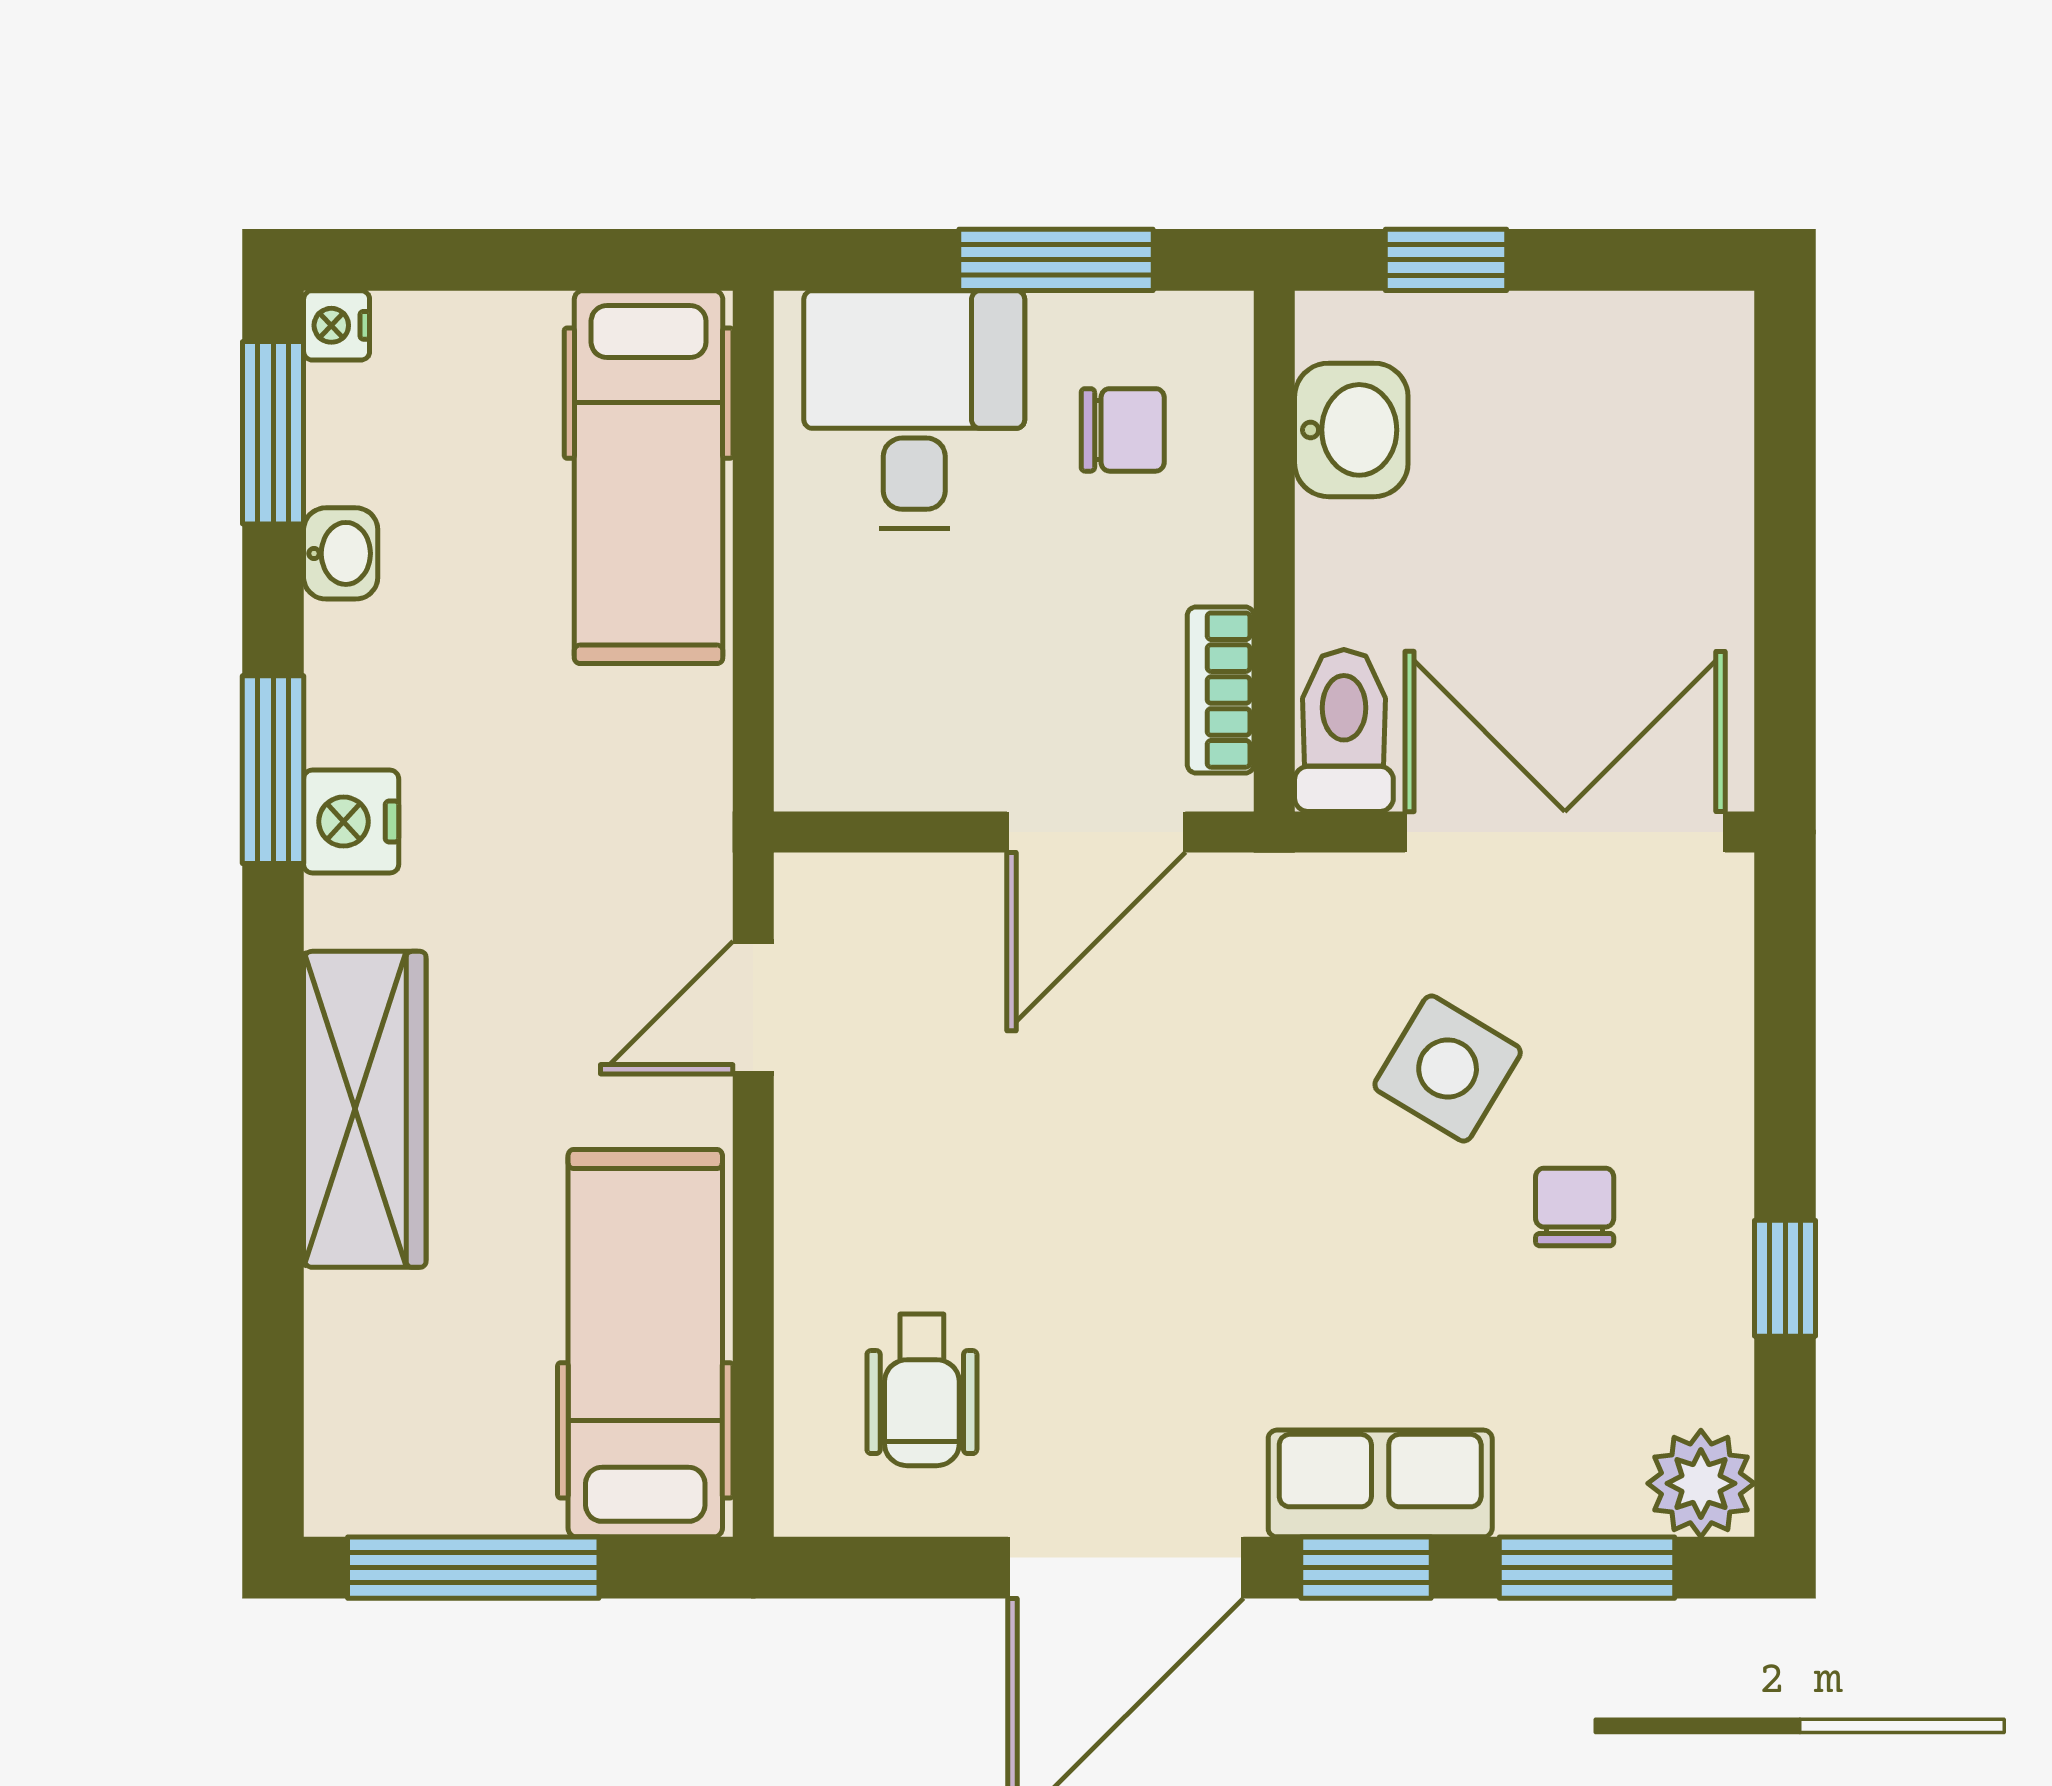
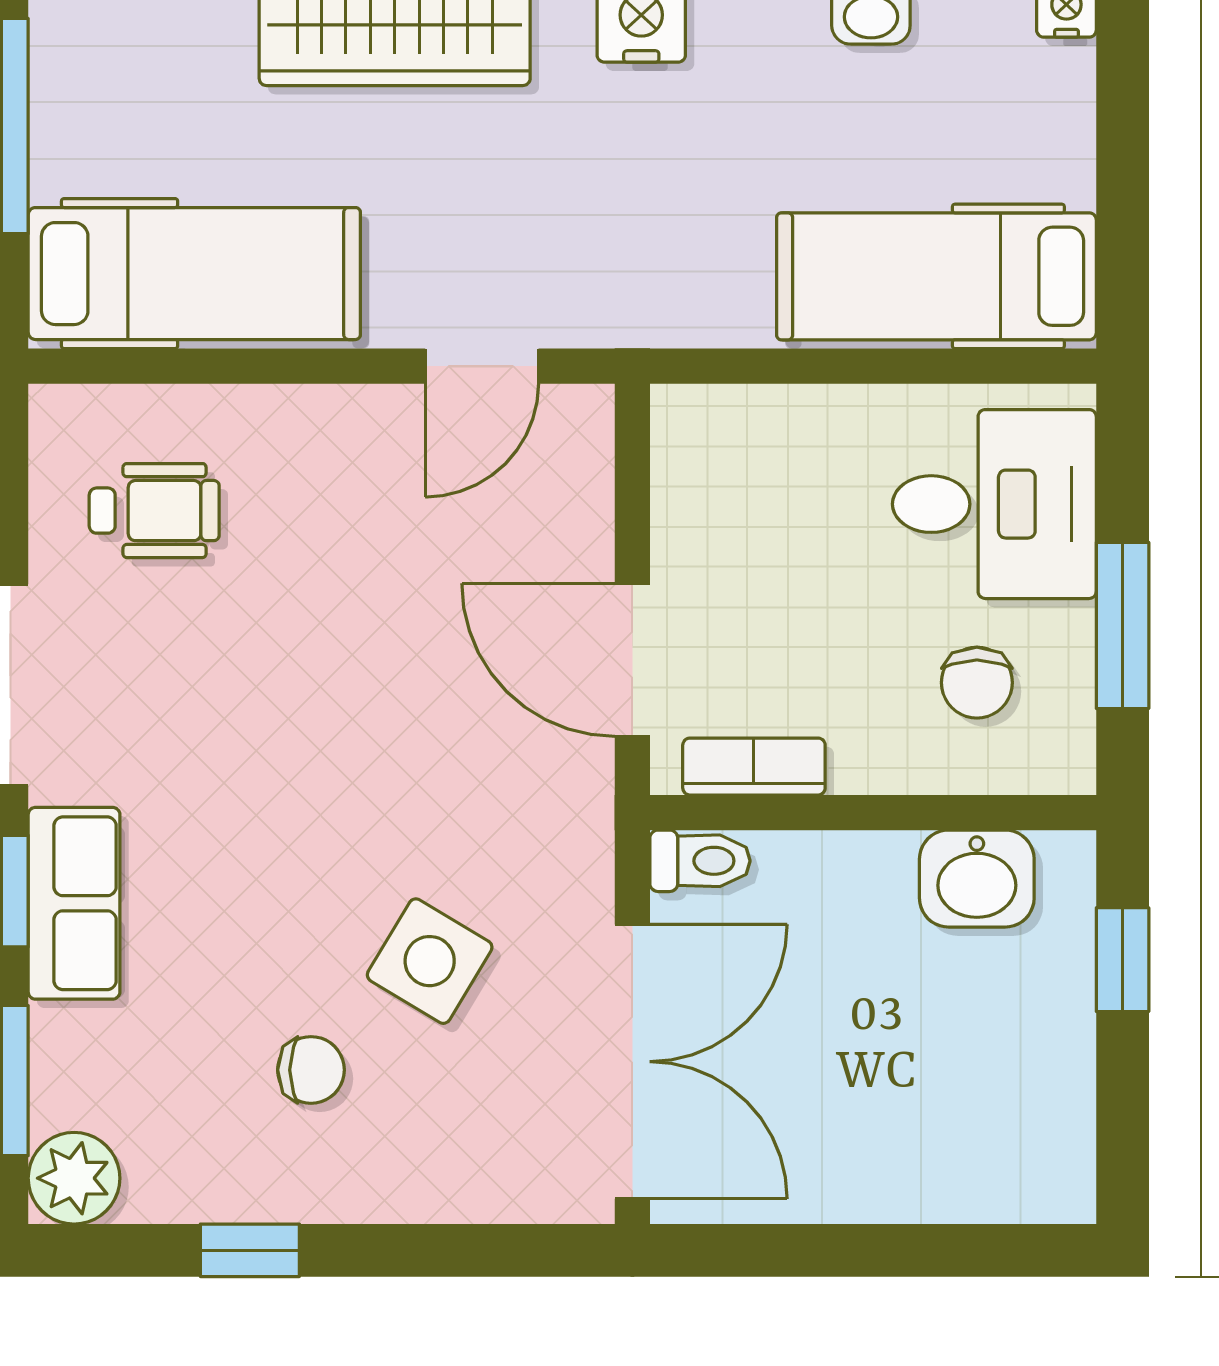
toilet: (1344, 731) -> (700, 861), width x0.73, depth x0.72
door: (753, 1008) -> (482, 366), swing flipped
wheelchair: (922, 1390) -> (154, 511), turned 180

